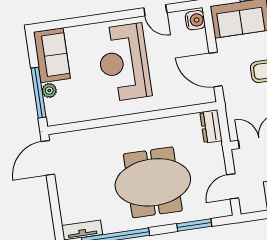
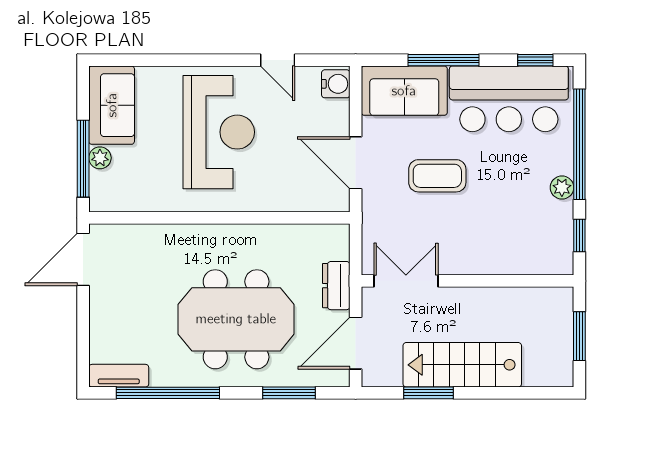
reception desk: (124, 63) -> (219, 132), turned 180
dresser: (211, 126) -> (336, 286), moved
door: (233, 186) -> (356, 343), width x1.38

